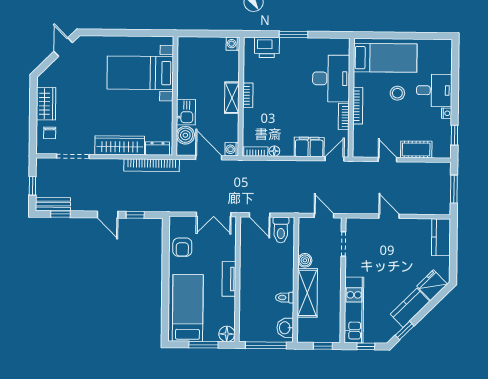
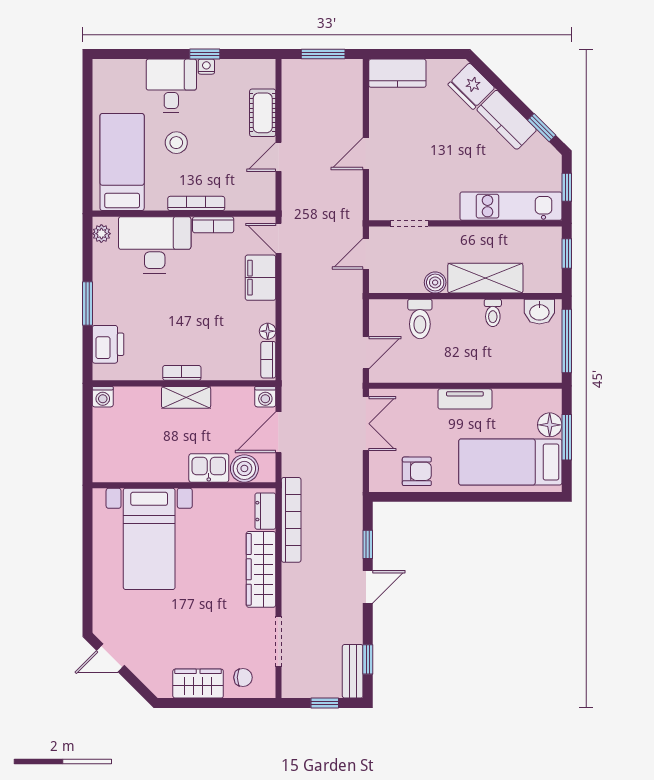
plant: (339, 44) -> (101, 234), added
window: (454, 135) -> (205, 54), moved
toilet: (281, 230) -> (420, 319), moved, turned 90
floor lamp: (227, 334) -> (550, 425), moved

